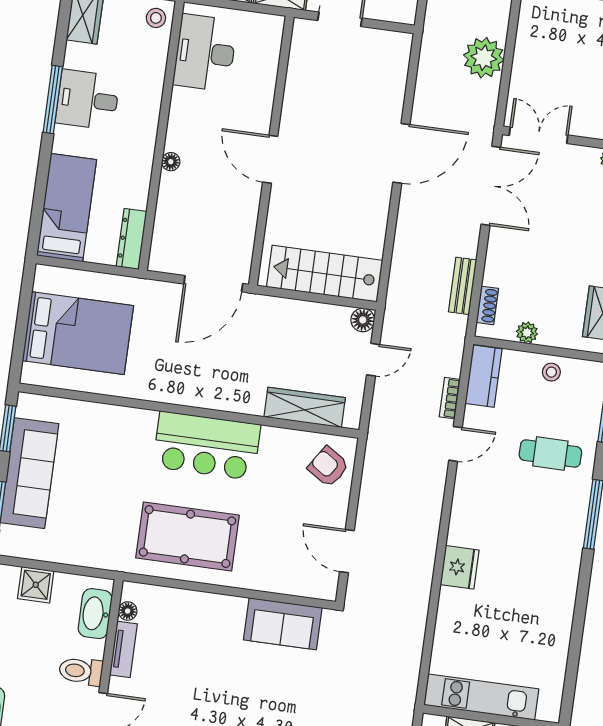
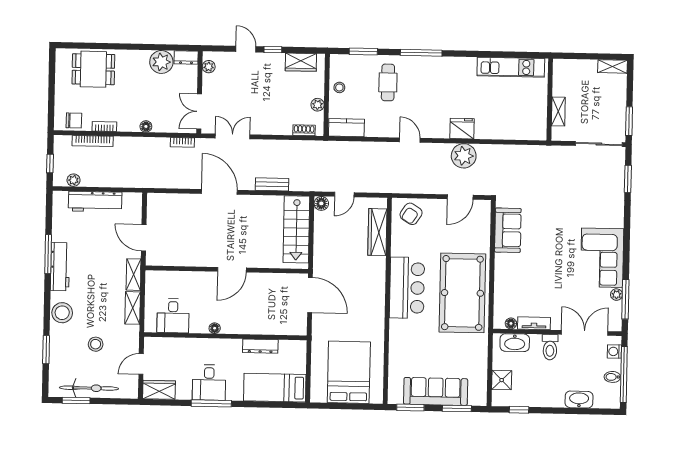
stool: (156, 18) -> (156, 347), removed
floor lamp: (524, 44) -> (146, 126), added
desk: (205, 53) -> (173, 316), width x0.73
plant: (484, 58) -> (464, 156), moved
floor lamp: (171, 162) -> (215, 328), moved
double door: (491, 186) -> (233, 136), width x0.73
dresser: (132, 239) -> (260, 346), moved
bench: (463, 286) -> (272, 184), moved
door: (373, 360) -> (344, 195), swing flipped
bookcase: (450, 398) -> (182, 142), moved
door: (455, 444) -> (410, 140), moved
pool table: (187, 537) -> (462, 293), width x1.36, depth x1.32
kitchen unit: (481, 697) -> (511, 67), moved, turned -90

